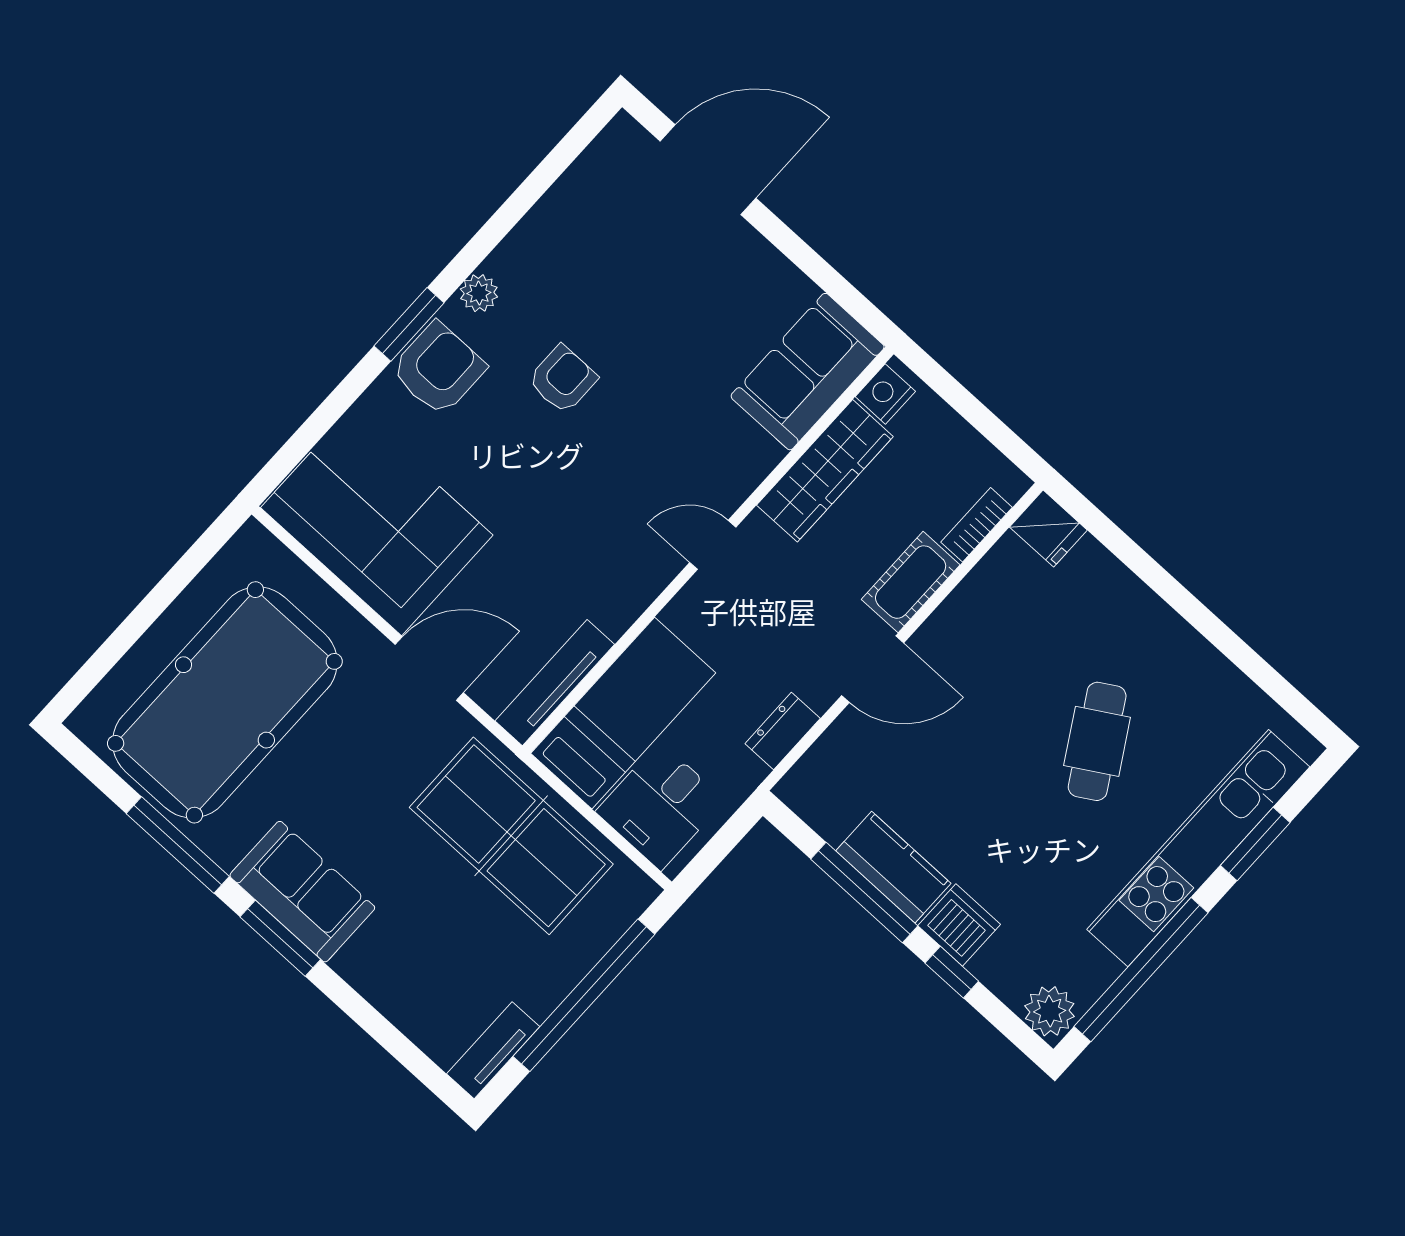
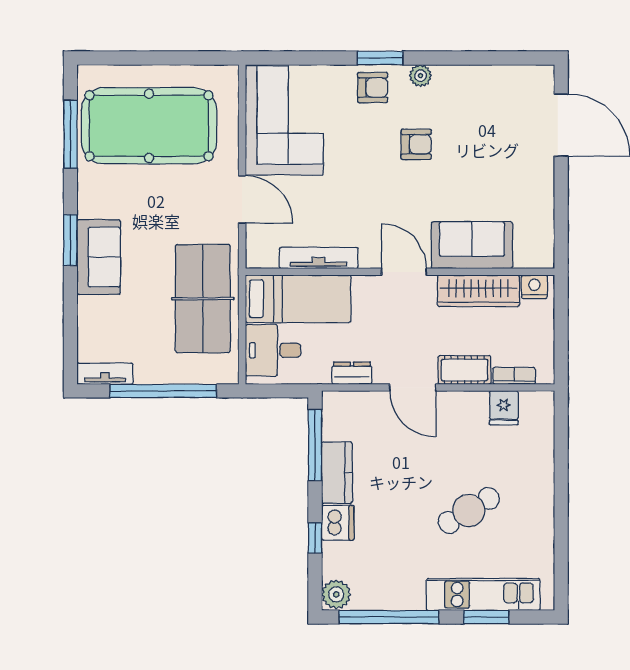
armchair: (438, 369) -> (373, 88), width x0.72, depth x0.72
sofa: (808, 372) -> (472, 245), moved
fridge: (1048, 529) -> (504, 408), moved
door: (713, 545) -> (404, 272), width x1.38
tv unit: (555, 683) -> (319, 258), moved
window: (178, 845) -> (70, 134), moved
kitchen unit: (1198, 848) -> (483, 594), width x0.73
sofa: (302, 892) -> (99, 257), moved
window: (864, 892) -> (315, 445), moved

